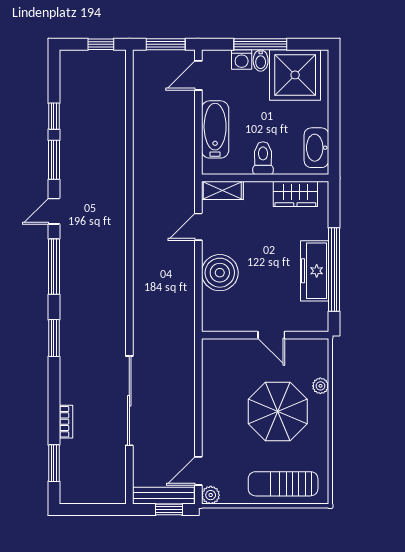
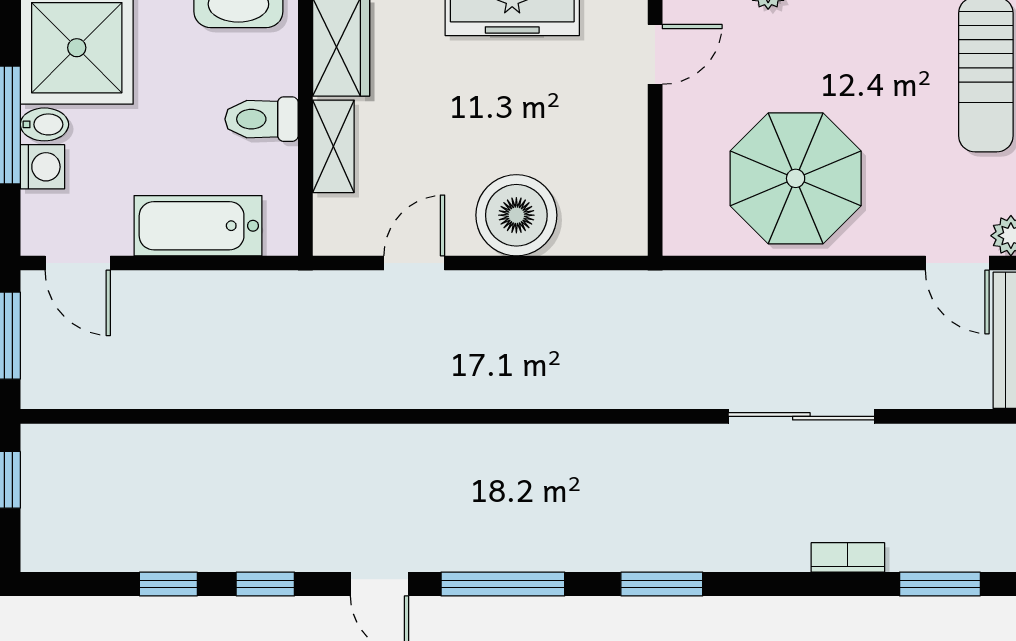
window: (54, 160) -> (265, 584), width x0.67
shelving: (222, 190) -> (333, 146), moved
door: (198, 227) -> (414, 263), swing flipped
door: (271, 335) -> (655, 54), moved
sliding door: (129, 401) -> (801, 416), width x0.73
parasol: (278, 412) -> (796, 178), moved

